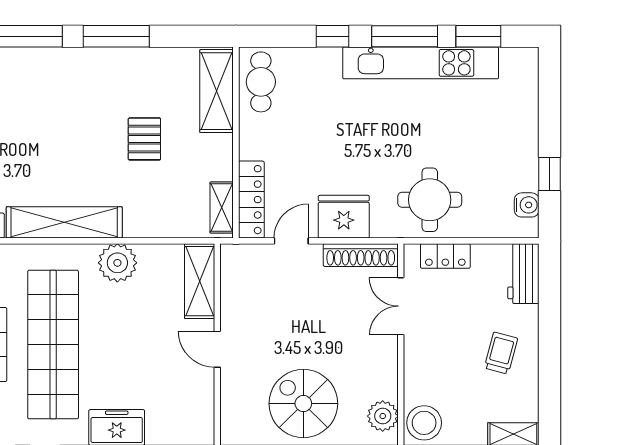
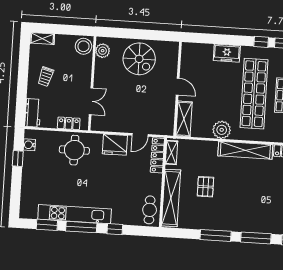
shelving: (217, 91) -> (171, 198), width x1.47
shoe rack: (361, 255) -> (108, 126), removed

